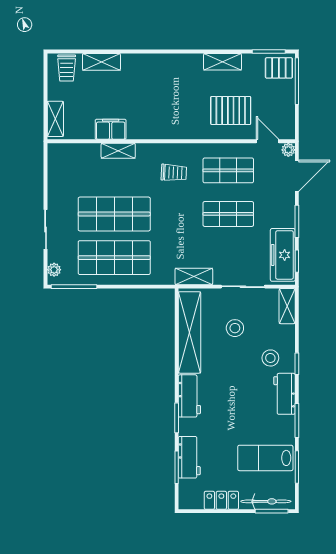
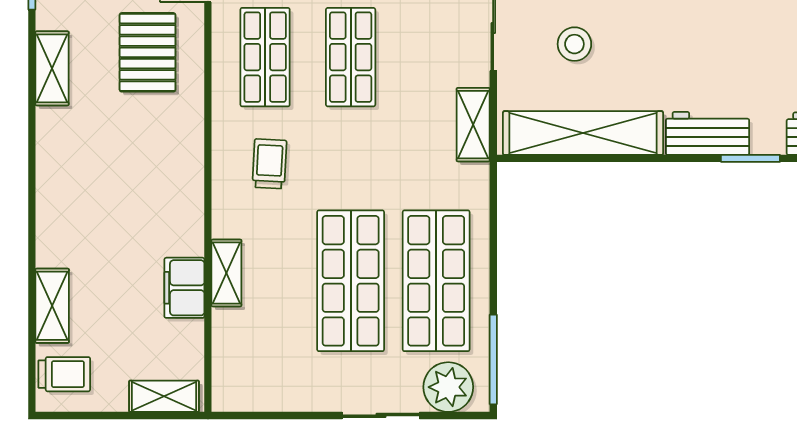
plant: (54, 270) -> (448, 387), width x1.88, depth x1.88

